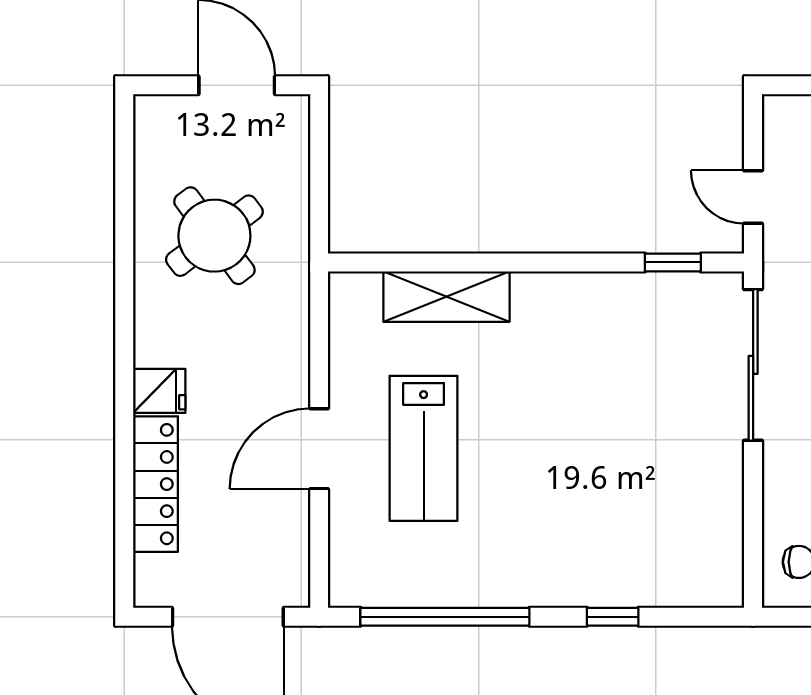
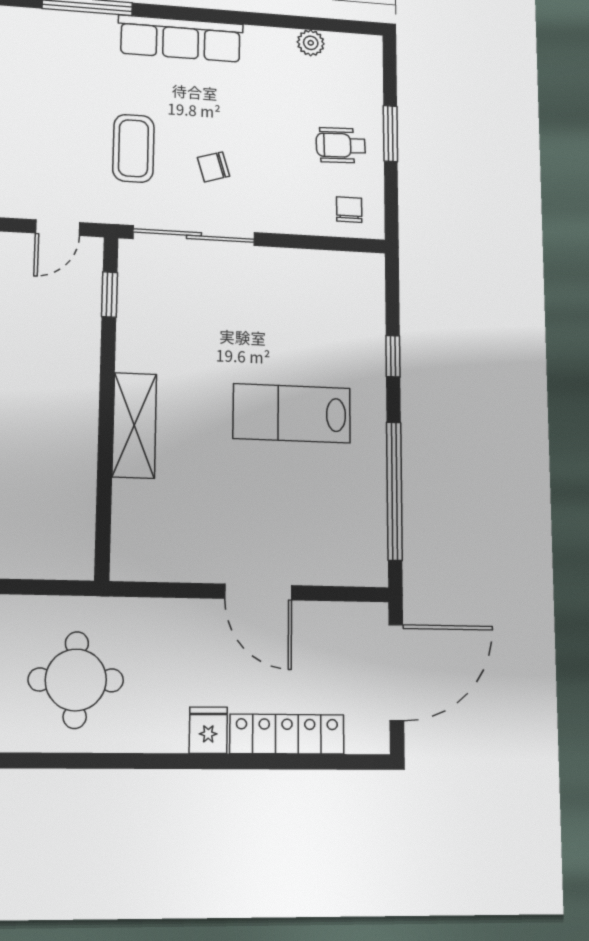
round table: (214, 236) -> (76, 680), turned 37
shelving: (446, 297) -> (134, 425), moved
lab bench: (424, 448) -> (292, 413), moved, turned 180

